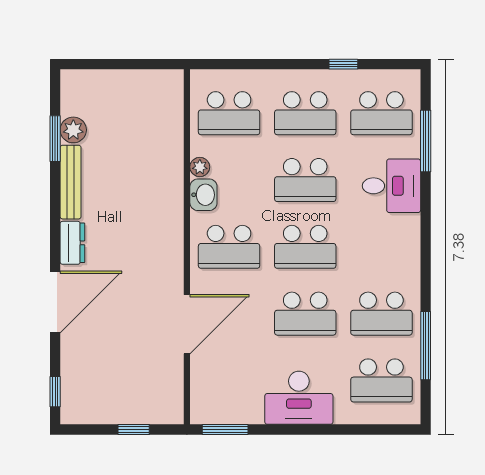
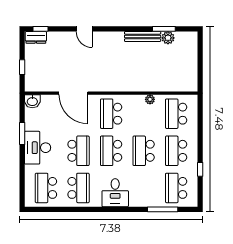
desk: (391, 186) -> (115, 193), moved
washbasin: (203, 195) -> (32, 101), moved
dresser: (72, 243) -> (36, 37), moved
door: (55, 302) -> (84, 29), width x0.53
school desk: (305, 314) -> (79, 151), turned 180
school desk: (381, 314) -> (79, 188), turned 180
window: (426, 346) -> (63, 209), removed
window: (225, 430) -> (22, 133), moved

